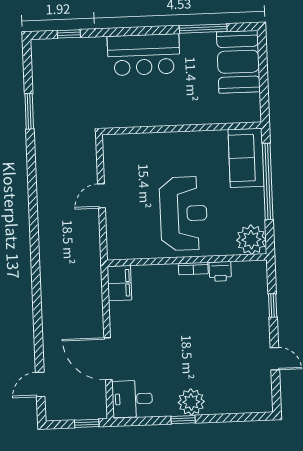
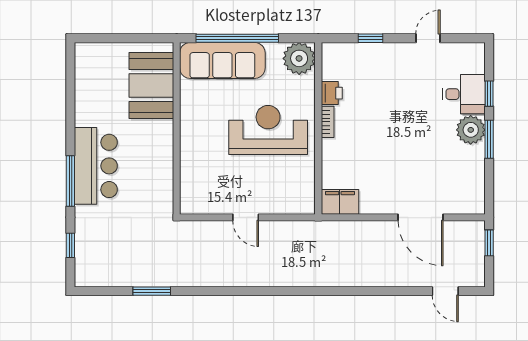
window: (203, 29) -> (70, 181), moved
booth: (238, 62) -> (151, 86), moved, turned 90
sofa: (246, 158) -> (222, 60), width x1.36
door: (108, 359) -> (421, 217), hinge flipped
desk: (132, 399) -> (464, 94), moved, turned -90
window: (225, 418) -> (489, 94), added
window: (183, 420) -> (489, 139), width x1.50

